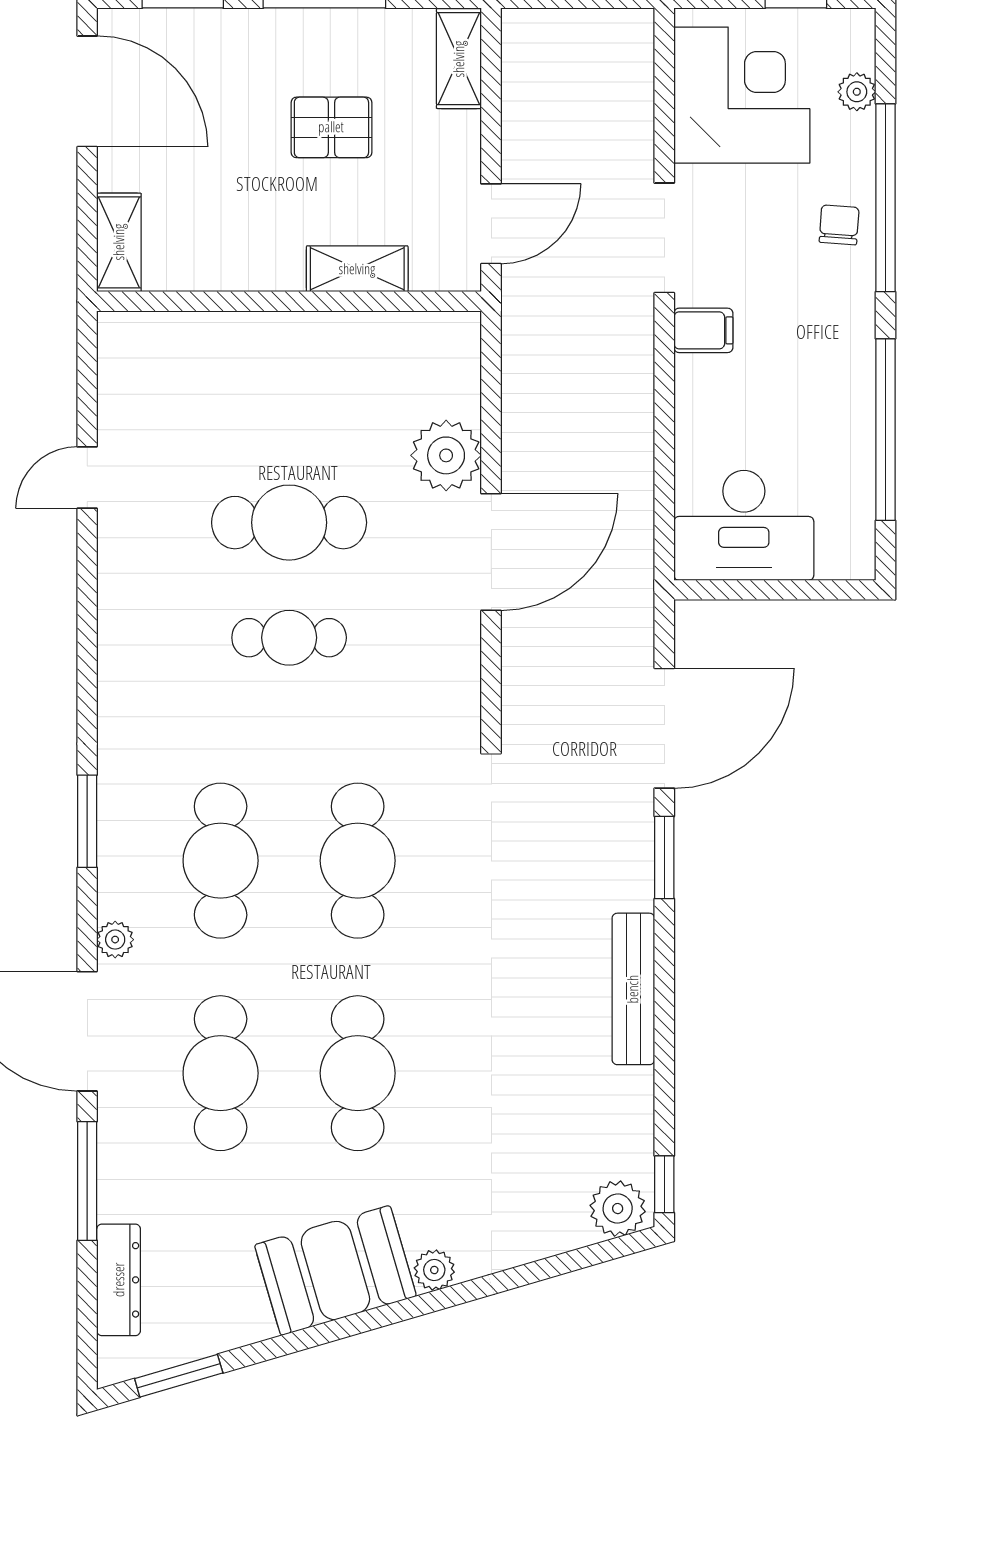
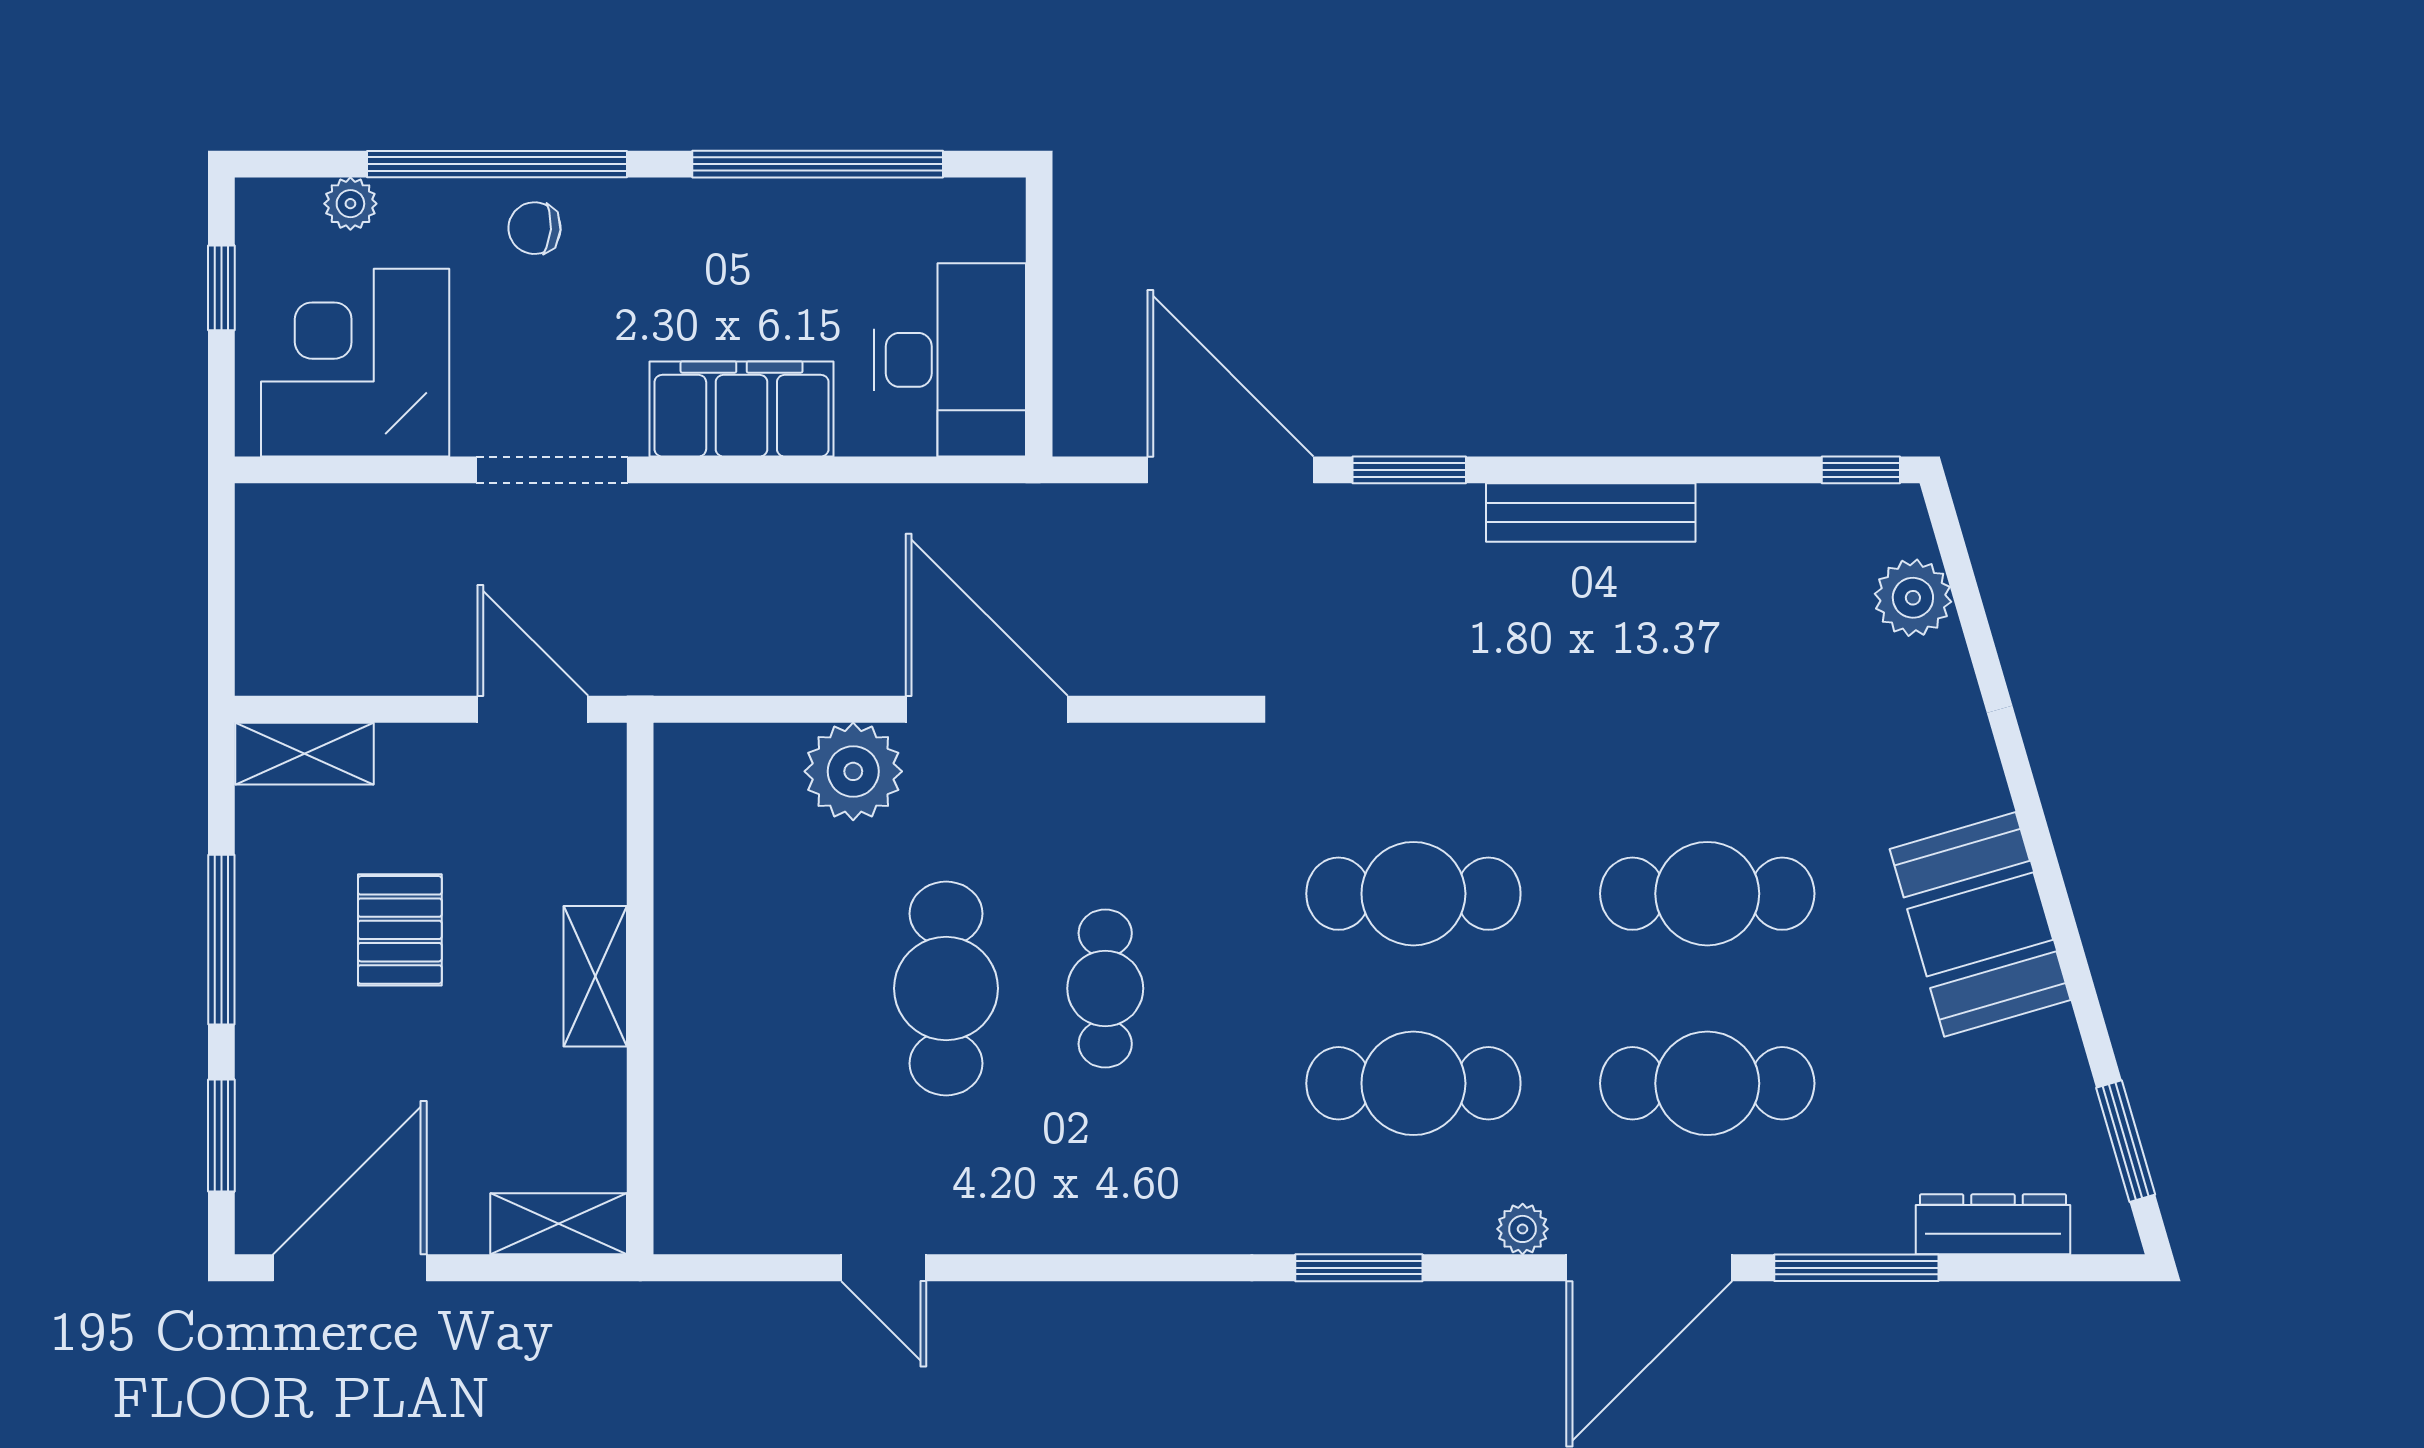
shelving: (357, 269) -> (595, 976), moved
filing cabinet: (703, 330) -> (742, 409), width x3.00, depth x1.17
plant: (618, 1209) -> (1913, 598), moved
plant: (434, 1270) -> (1979, 788), removed

